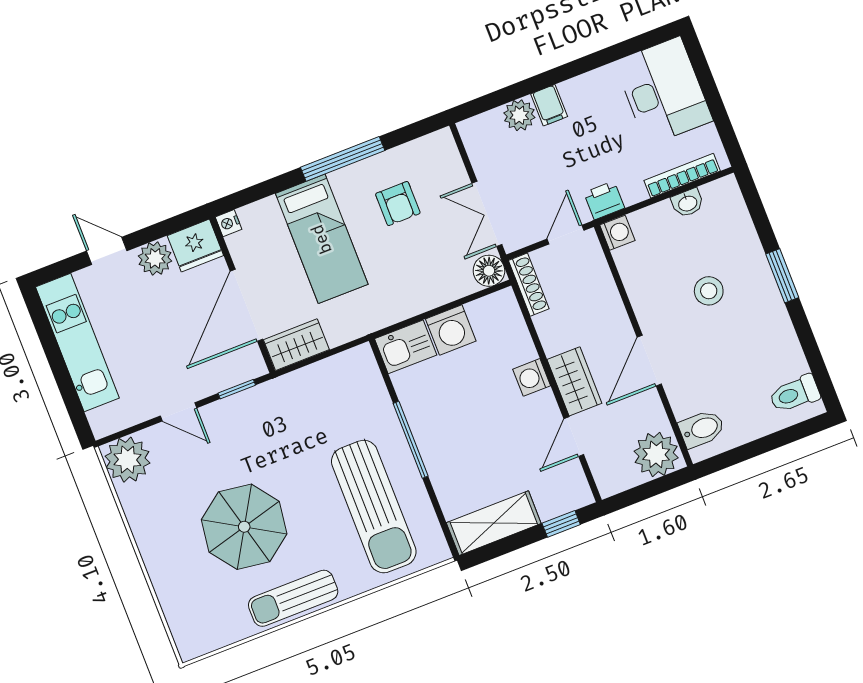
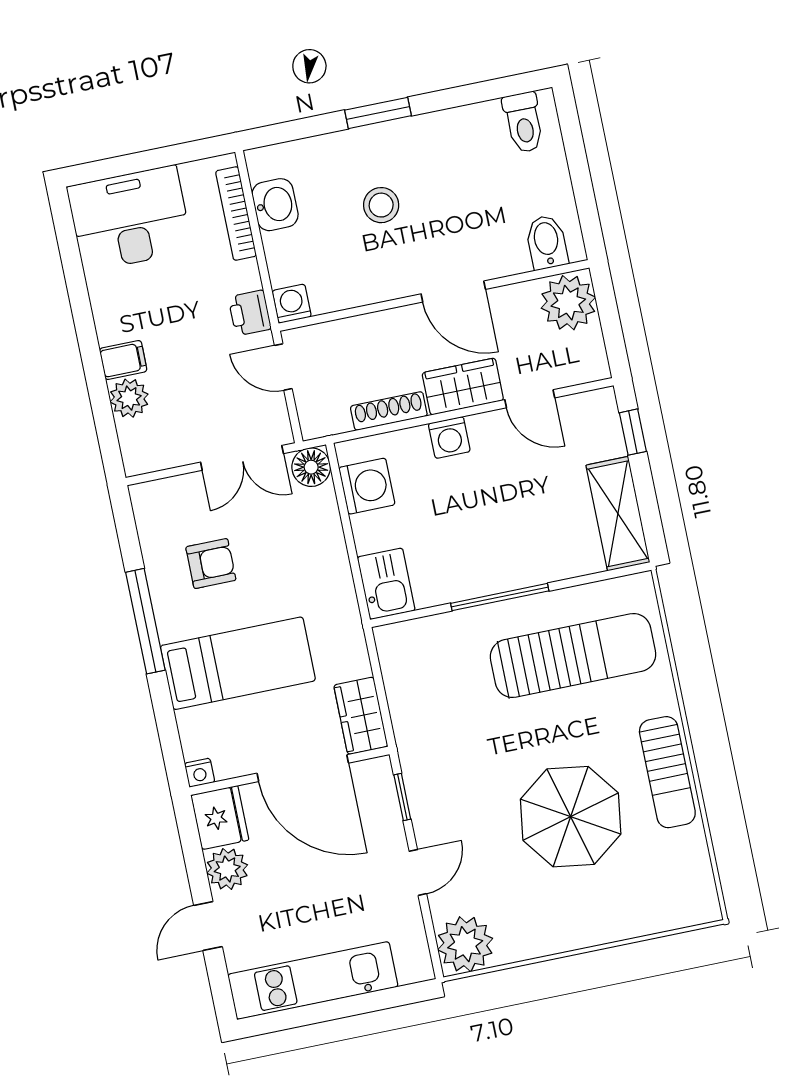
washbasin: (687, 203) -> (275, 205), width x1.38, depth x1.45
shoe rack: (529, 285) -> (389, 411), moved
washing machine: (451, 330) -> (367, 486), moved

